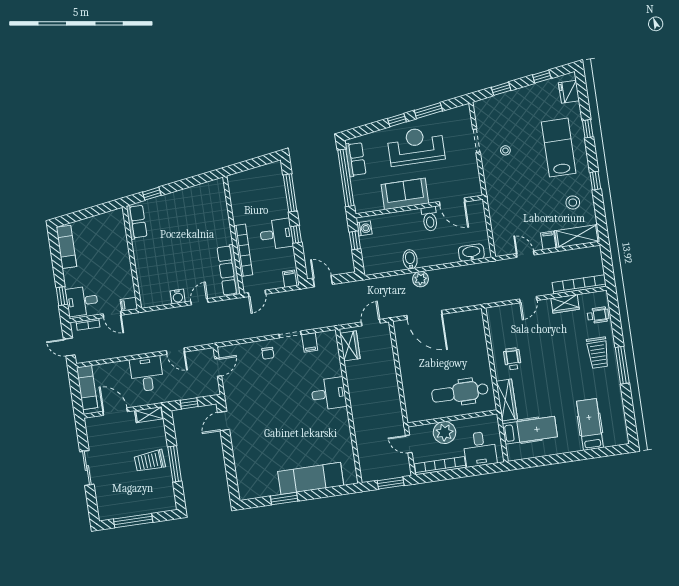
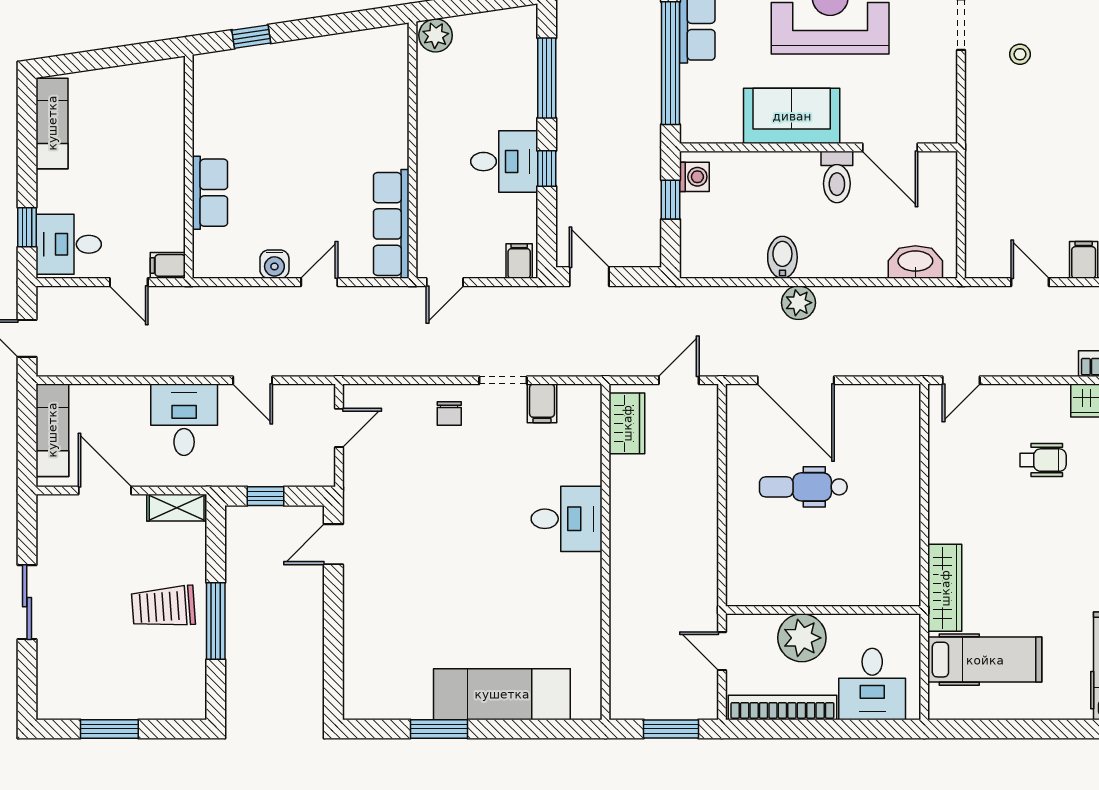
plant: (236, 181) -> (436, 35), added
row of seats: (137, 222) -> (210, 193), moved
bookcase: (243, 250) -> (429, 186), removed
door: (528, 300) -> (961, 380), moved
bookcase: (88, 324) -> (74, 296), removed
wheelchair: (512, 359) -> (1043, 460), moved, turned 90
dental chair: (460, 392) -> (803, 487), moved, width x0.73, depth x0.72
window: (133, 521) -> (109, 729), width x0.69

